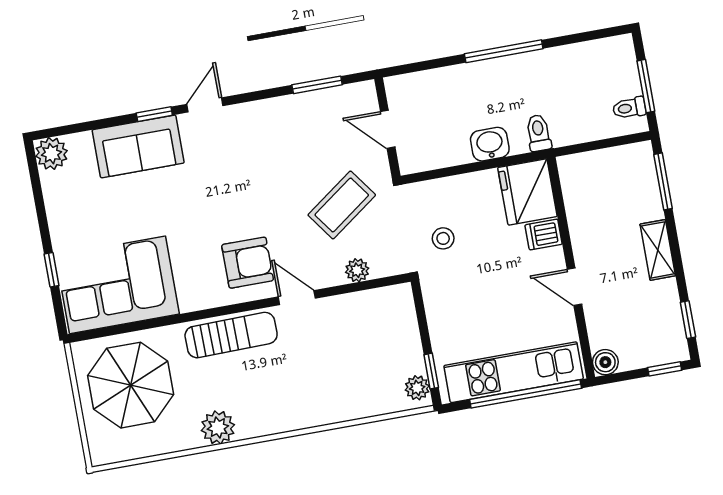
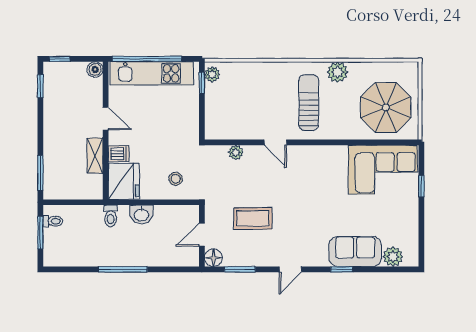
floor lamp: (363, 96) -> (213, 258), added
door: (205, 105) -> (290, 269), moved
door: (388, 129) -> (202, 235), swing flipped
plant: (51, 154) -> (393, 257), moved
coffee table: (342, 205) -> (253, 218), moved, turned 36
stool: (443, 238) -> (176, 179), moved
shelving: (658, 250) -> (95, 156), moved
armchair: (248, 263) -> (301, 169), removed
sun lounger: (231, 335) -> (309, 103), moved, turned 91

